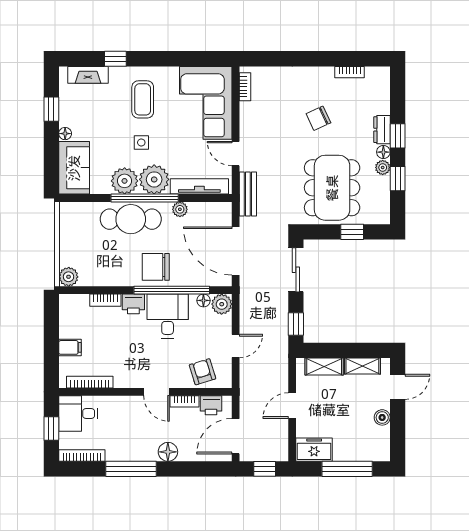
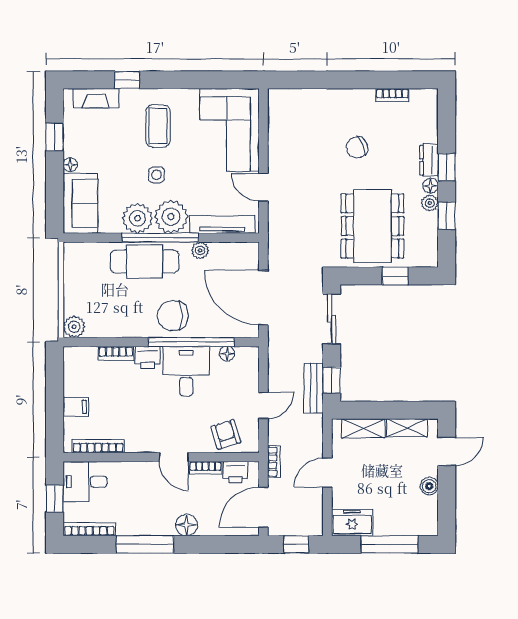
bookcase: (245, 87) -> (274, 462), moved
bench: (248, 194) -> (314, 388), moved
plant: (222, 304) -> (248, 358), removed

